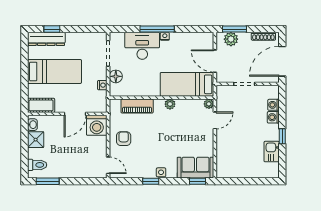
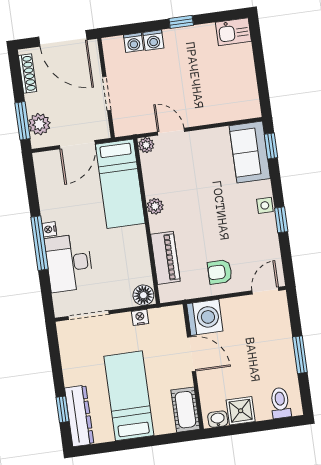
floor lamp: (116, 76) -> (143, 295), moved
kitchen sink: (272, 152) -> (233, 32), moved
window: (48, 181) -> (300, 355), moved

